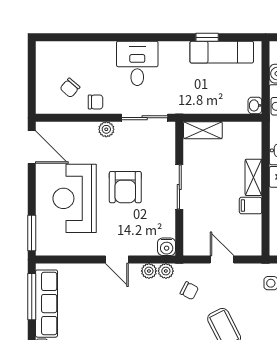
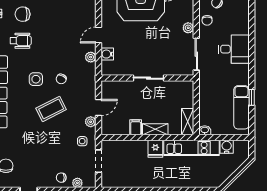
shelving: (203, 130) -> (188, 122), moved
armchair: (125, 187) -> (148, 41), removed
water cooler: (167, 247) -> (107, 54), moved
plant: (166, 271) -> (91, 122), moved
chair: (189, 291) -> (61, 79), moved

